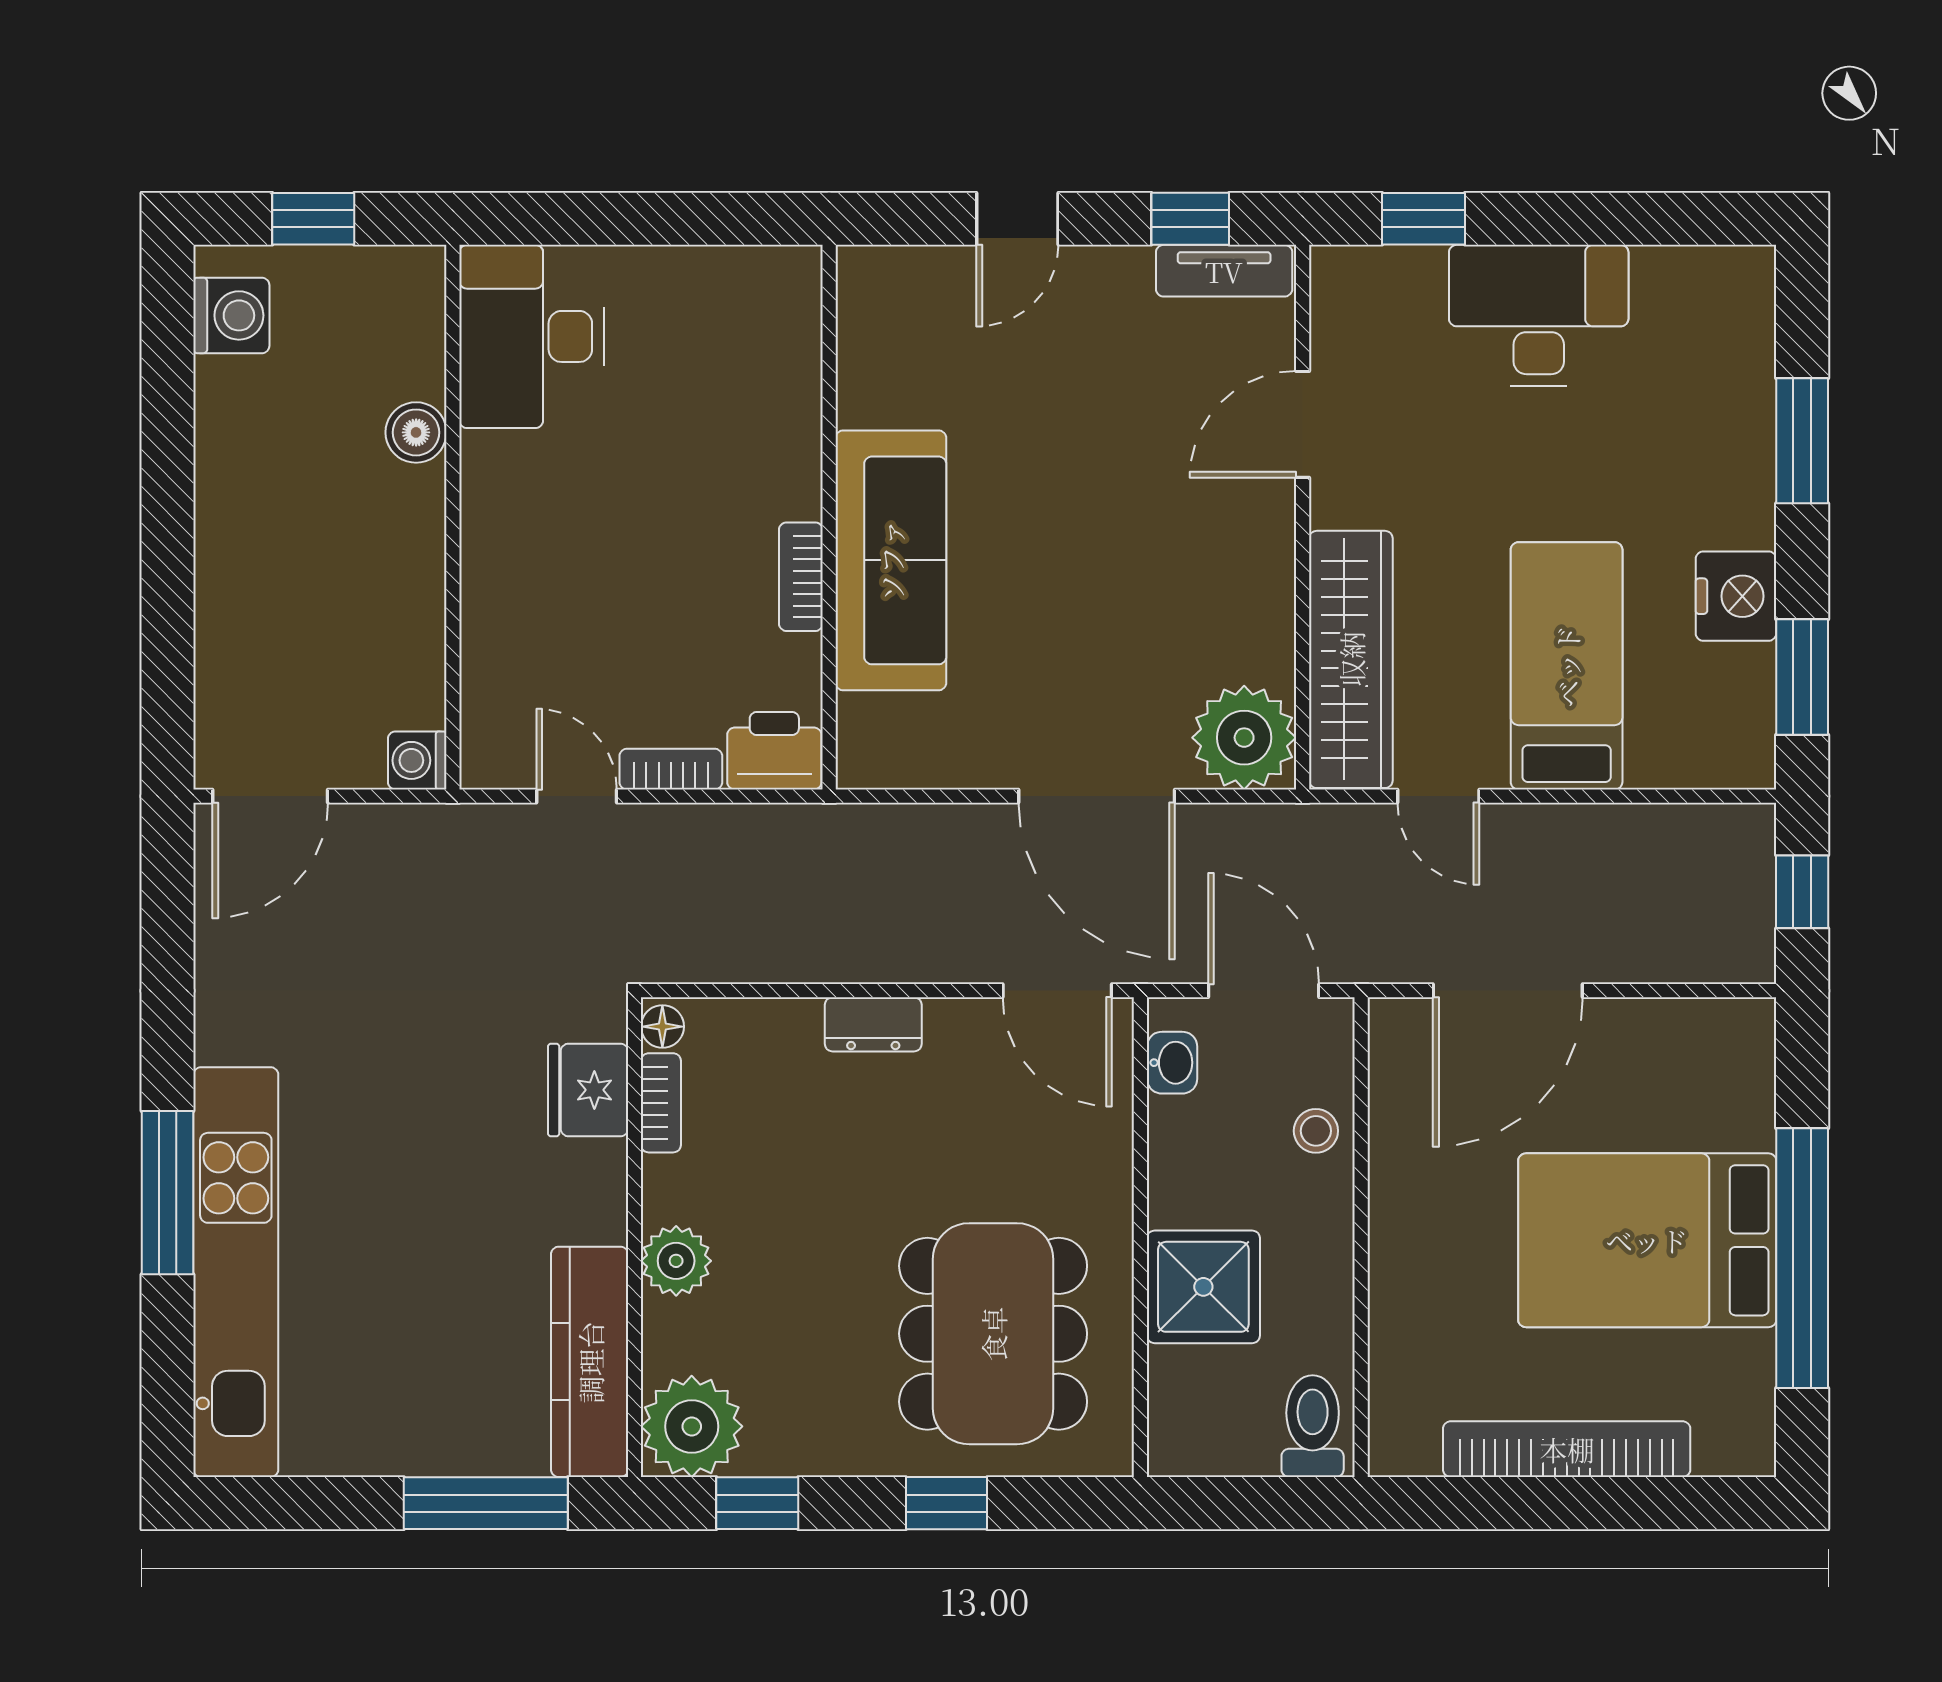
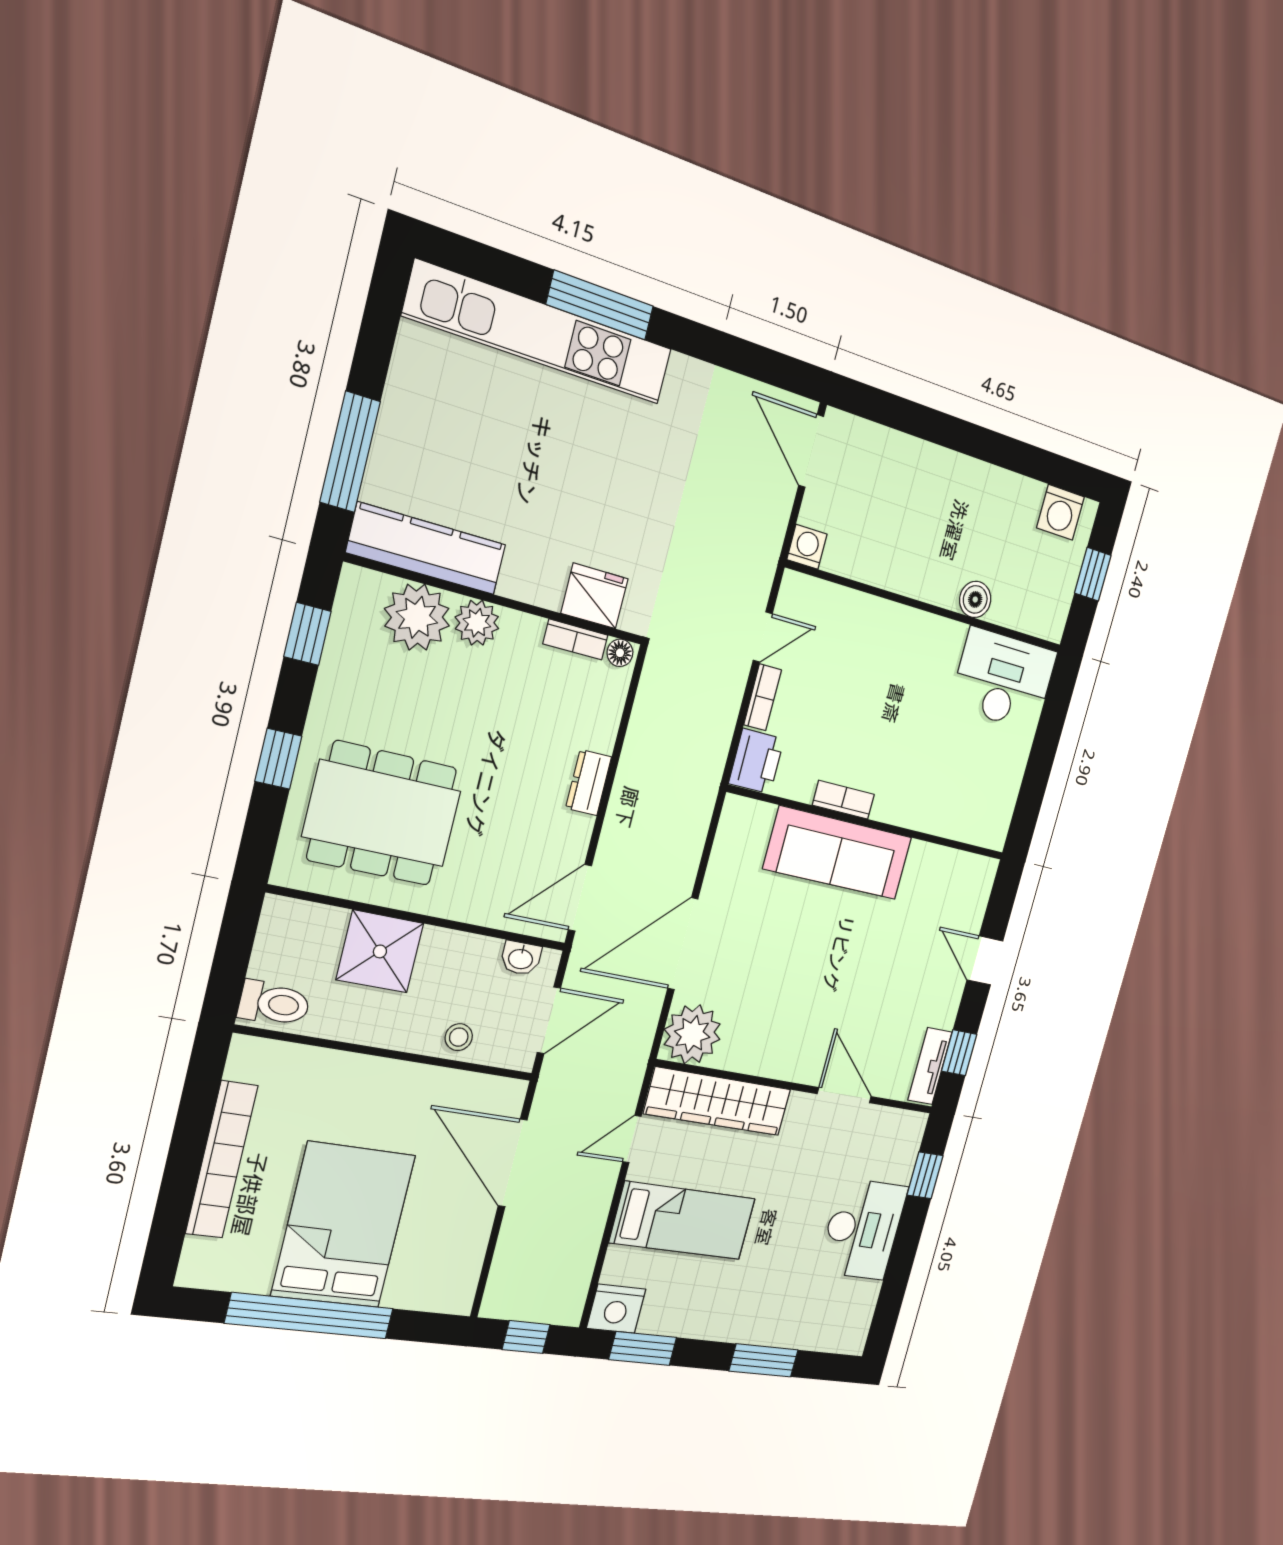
nightstand: (1736, 596) -> (616, 1309), moved
plant: (692, 1426) -> (417, 617), moved

